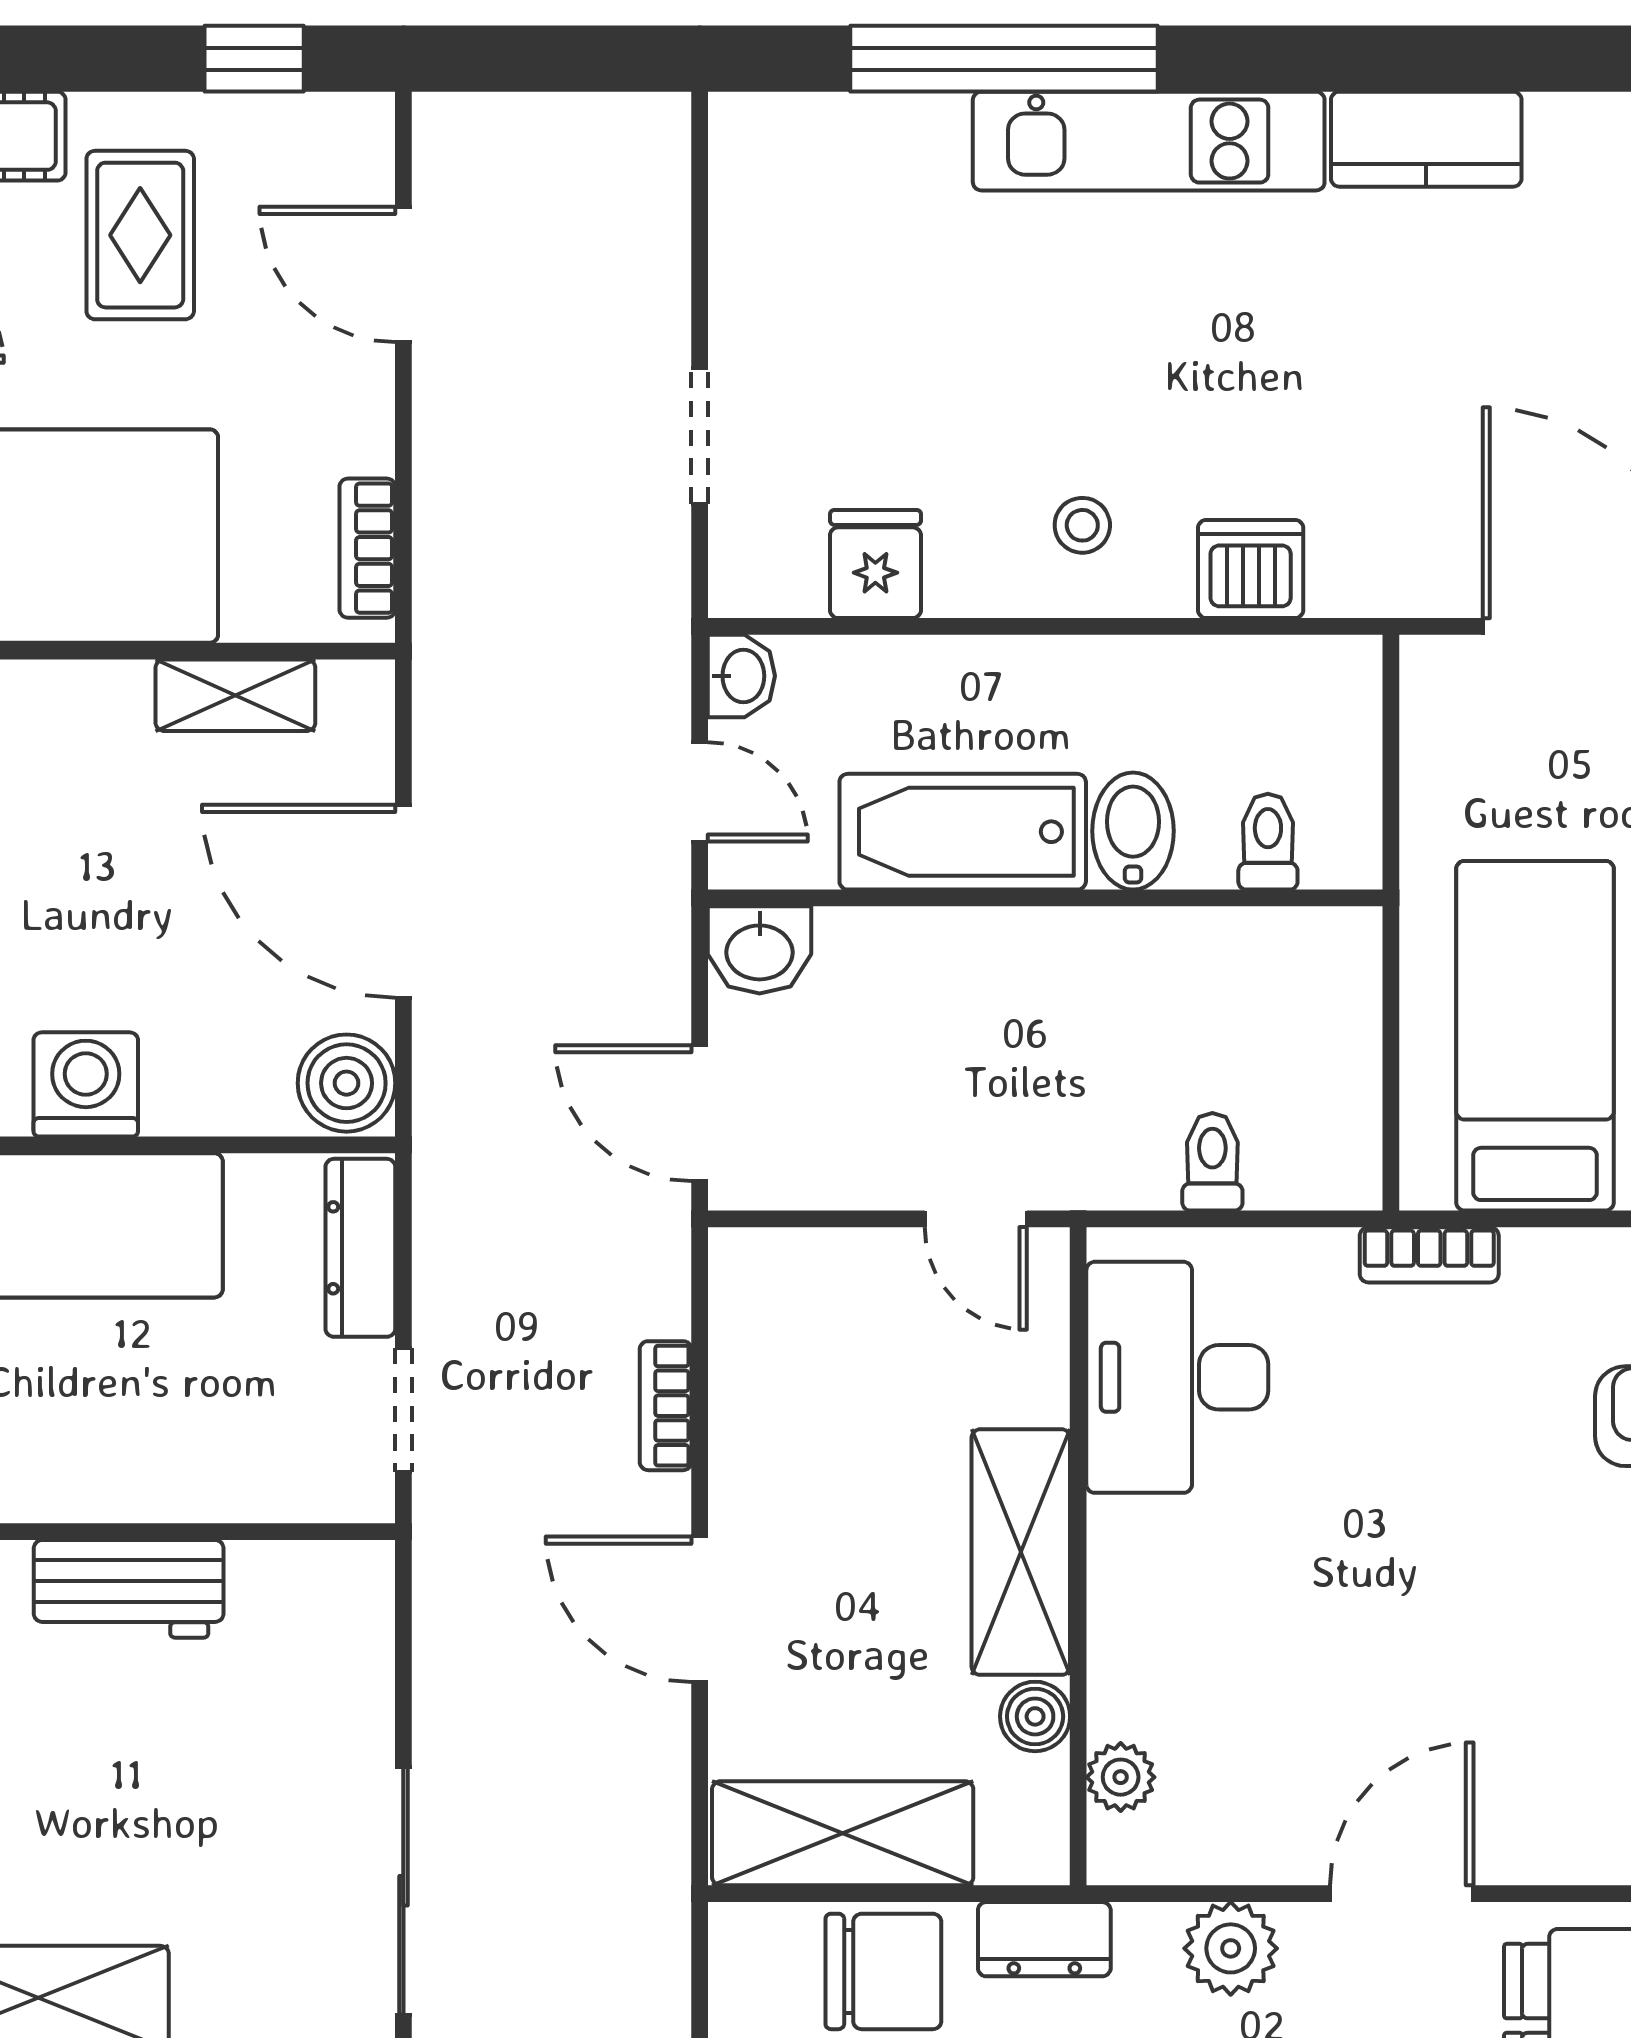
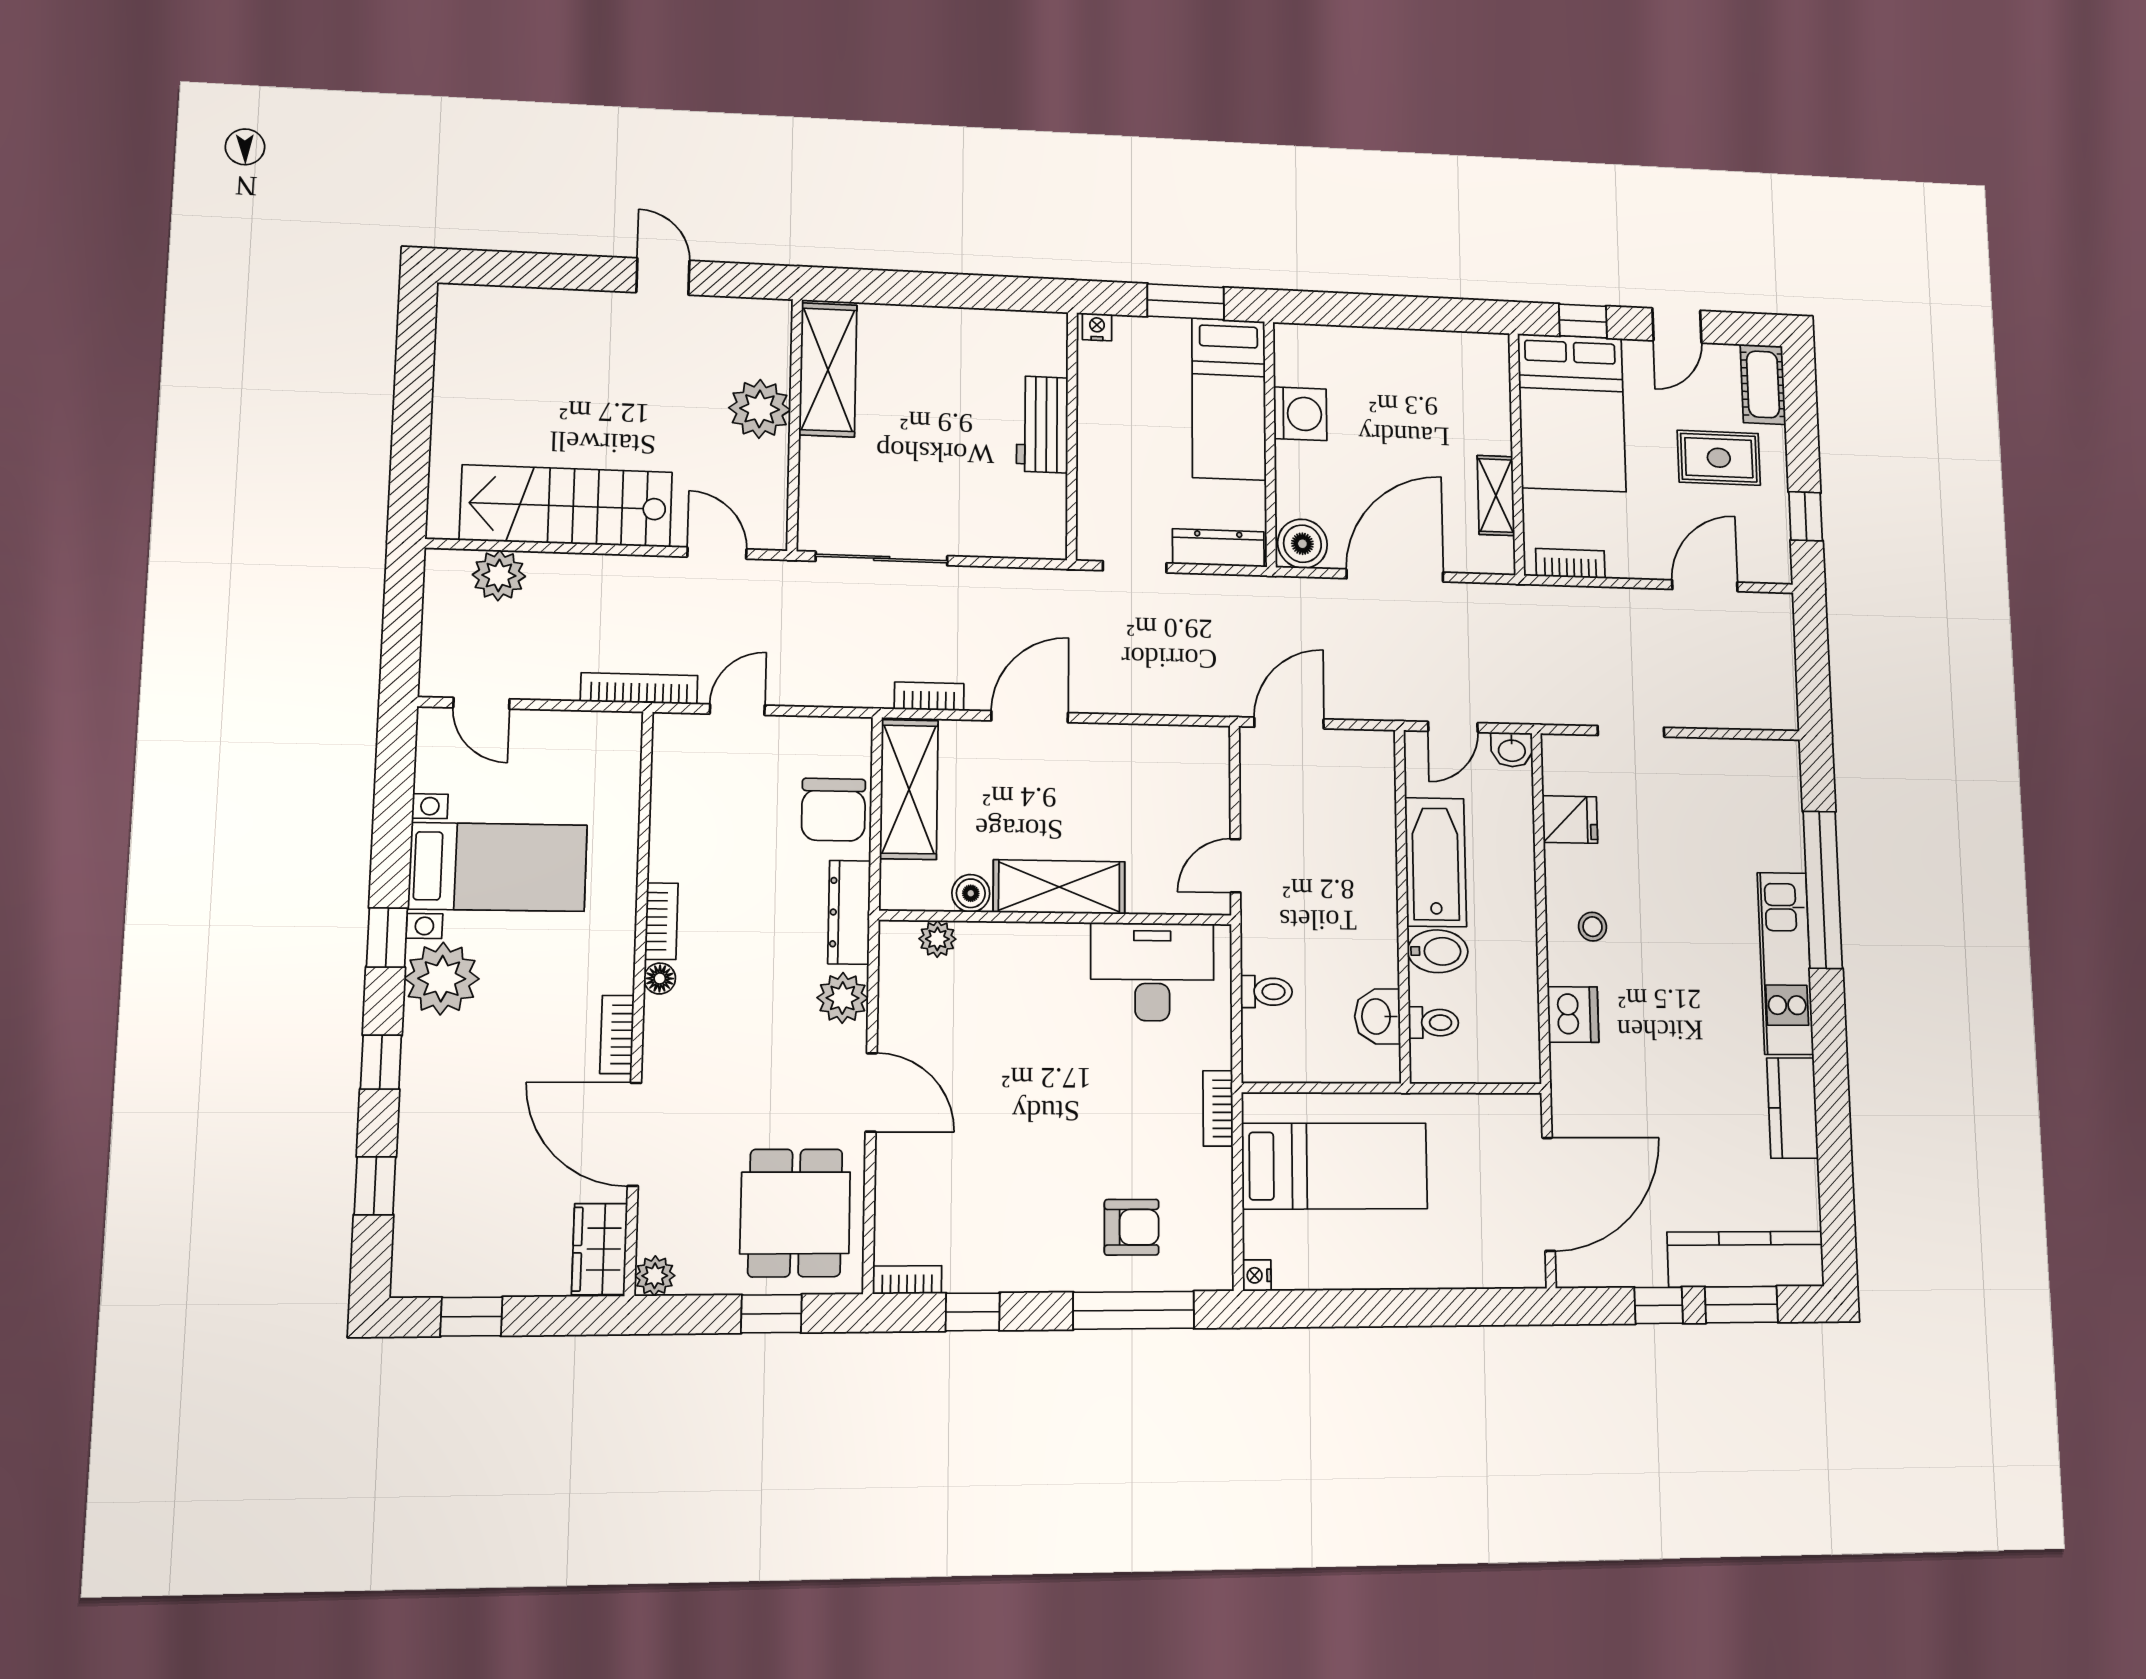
washbasin: (760, 950) -> (1377, 1016), moved
bookcase: (666, 1406) -> (929, 696), moved
dresser: (1044, 1939) -> (849, 912), width x1.44

